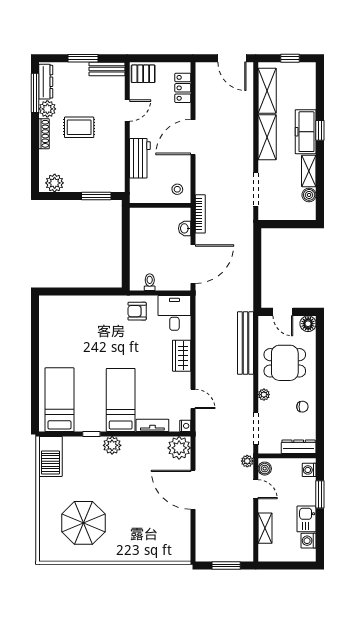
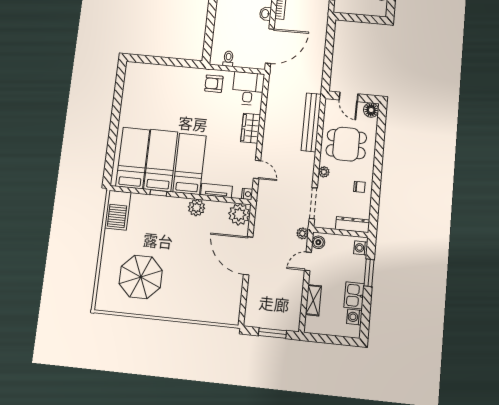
bed: (90, 399) -> (161, 160), added
plant: (112, 445) -> (197, 208), moved
door: (256, 489) -> (308, 261), swing flipped

